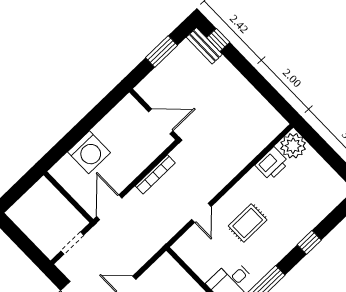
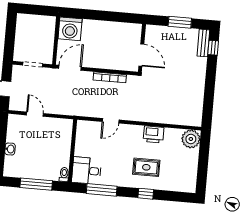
washing machine: (89, 152) -> (70, 29), moved
printer: (272, 164) -> (153, 134), moved
rug: (248, 223) -> (146, 167), moved

